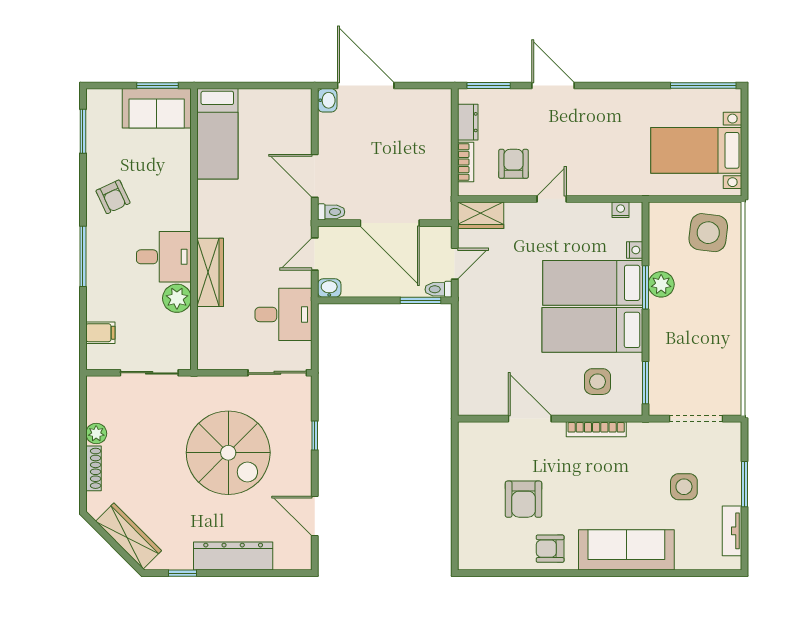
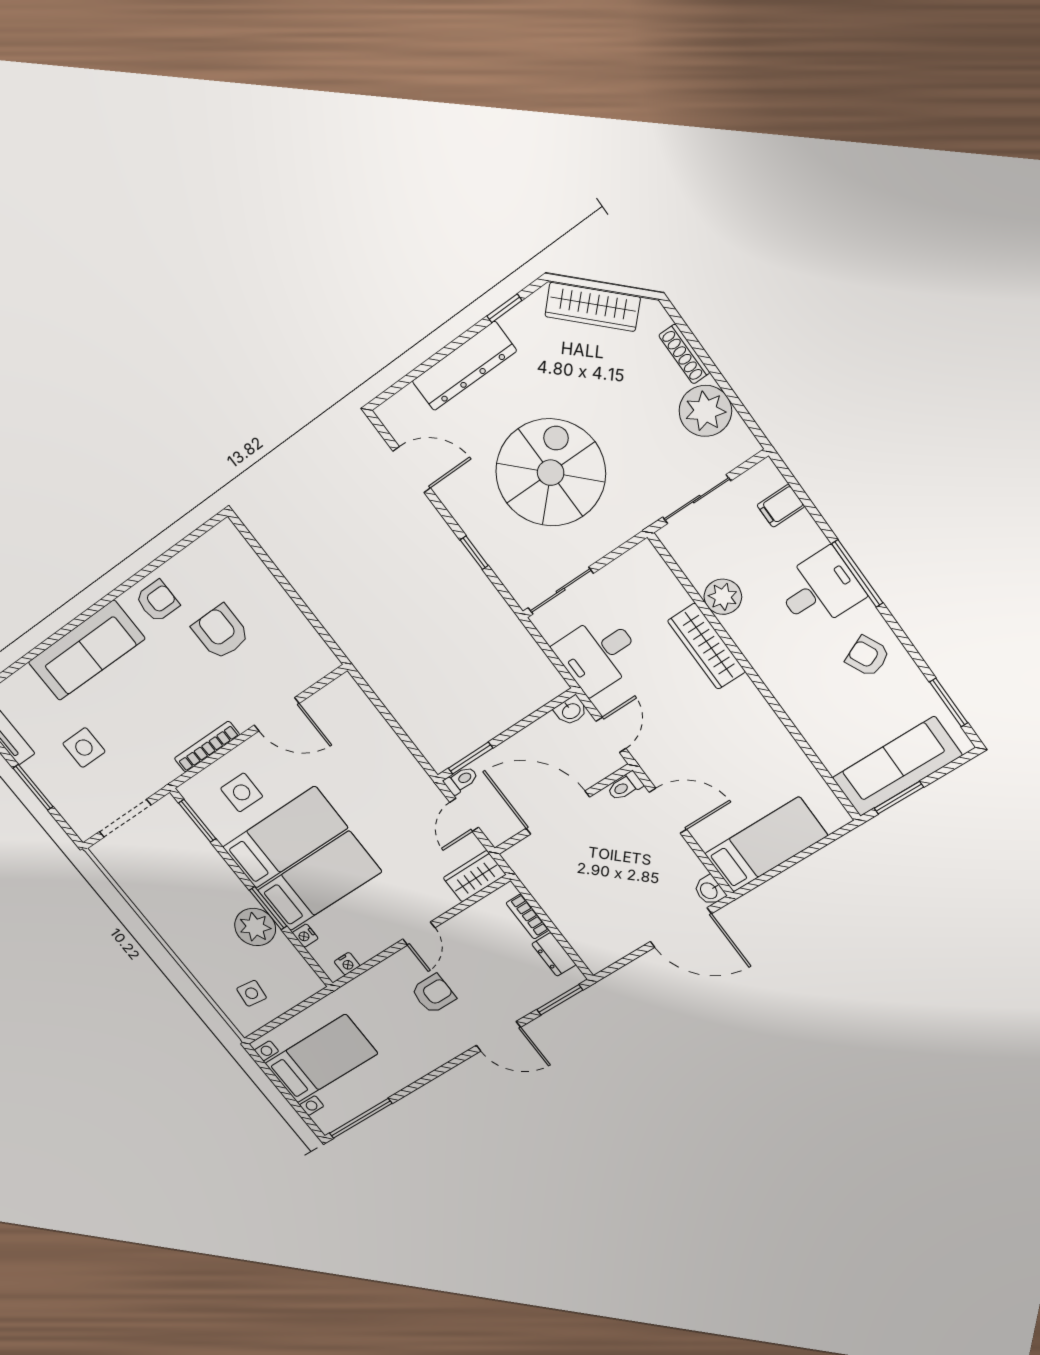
sofa: (157, 108) -> (897, 767), width x1.36
bed: (217, 134) -> (766, 845), moved, turned 90
armchair: (513, 164) -> (433, 994), moved, turned -90
side table: (708, 233) -> (252, 993), width x0.54, depth x0.54
desk: (164, 257) -> (820, 589), moved, turned 180
plant: (661, 284) -> (255, 927), width x1.36, depth x1.36
plant: (96, 434) -> (705, 411), width x1.88, depth x1.88
spiral stairs: (228, 453) -> (551, 473), turned 90

